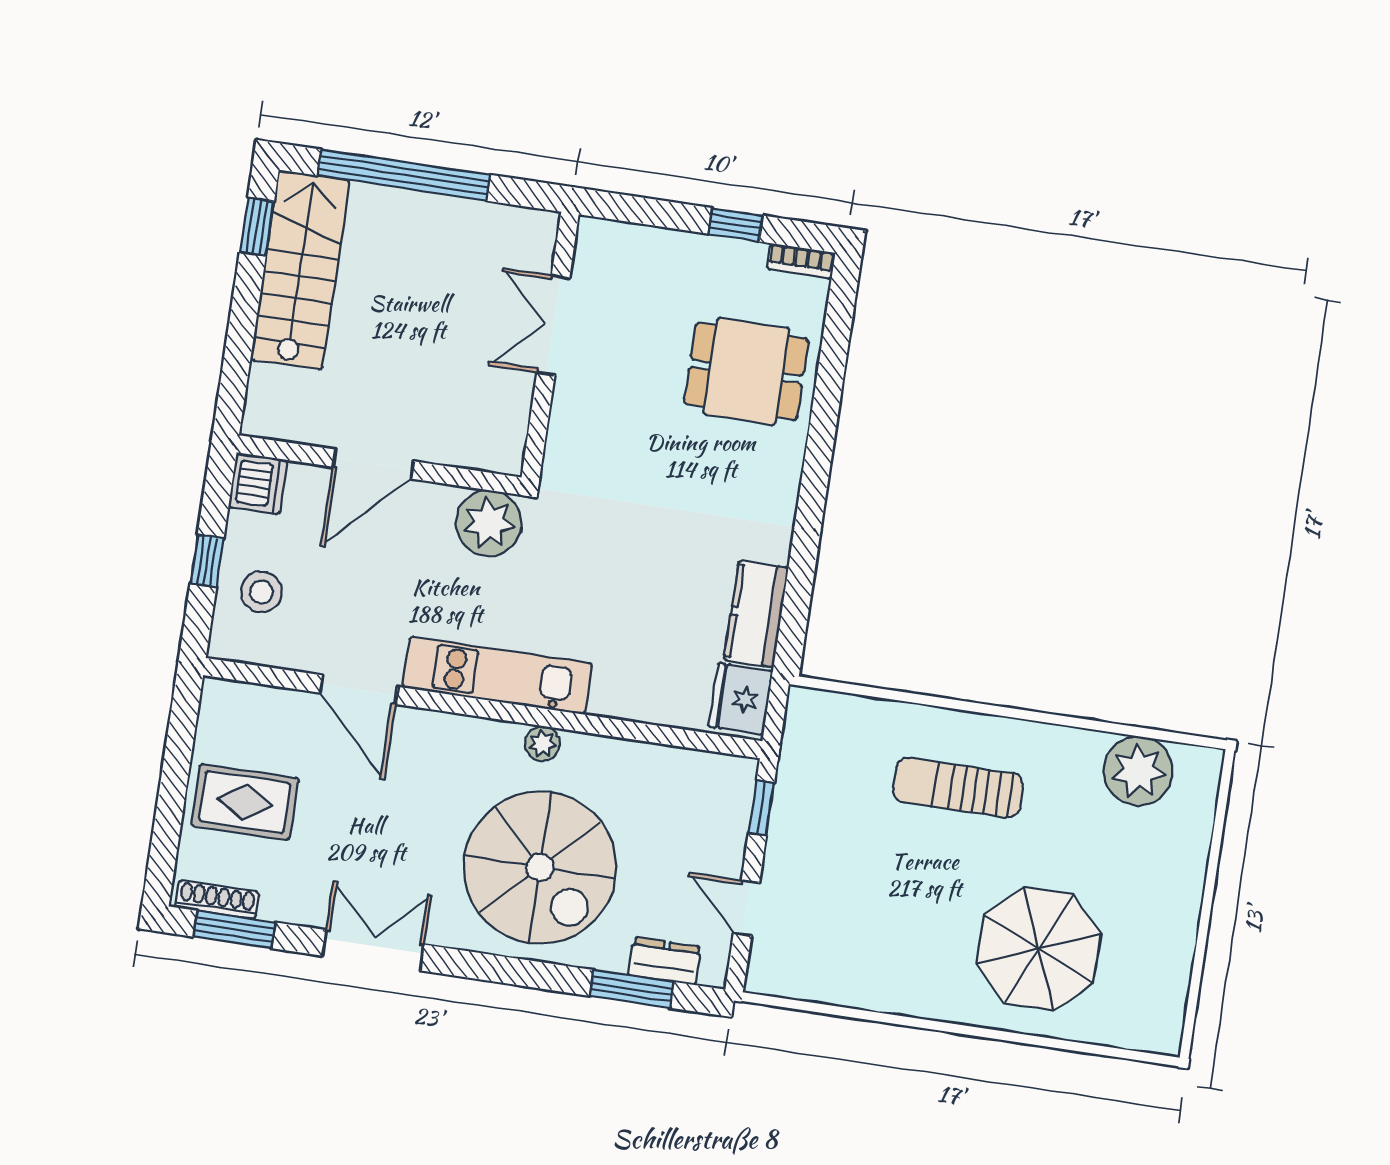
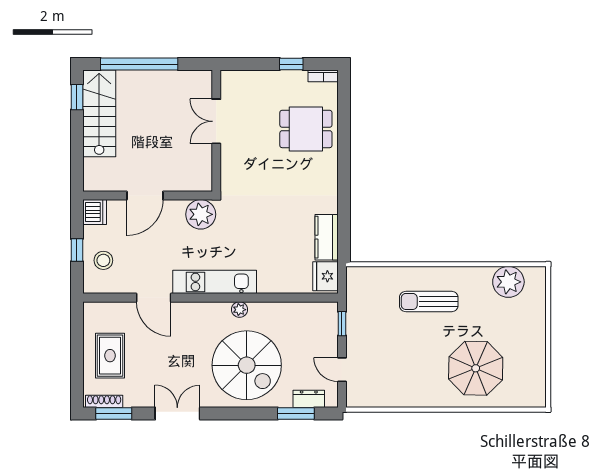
rug: (245, 802) -> (110, 356), turned 90

